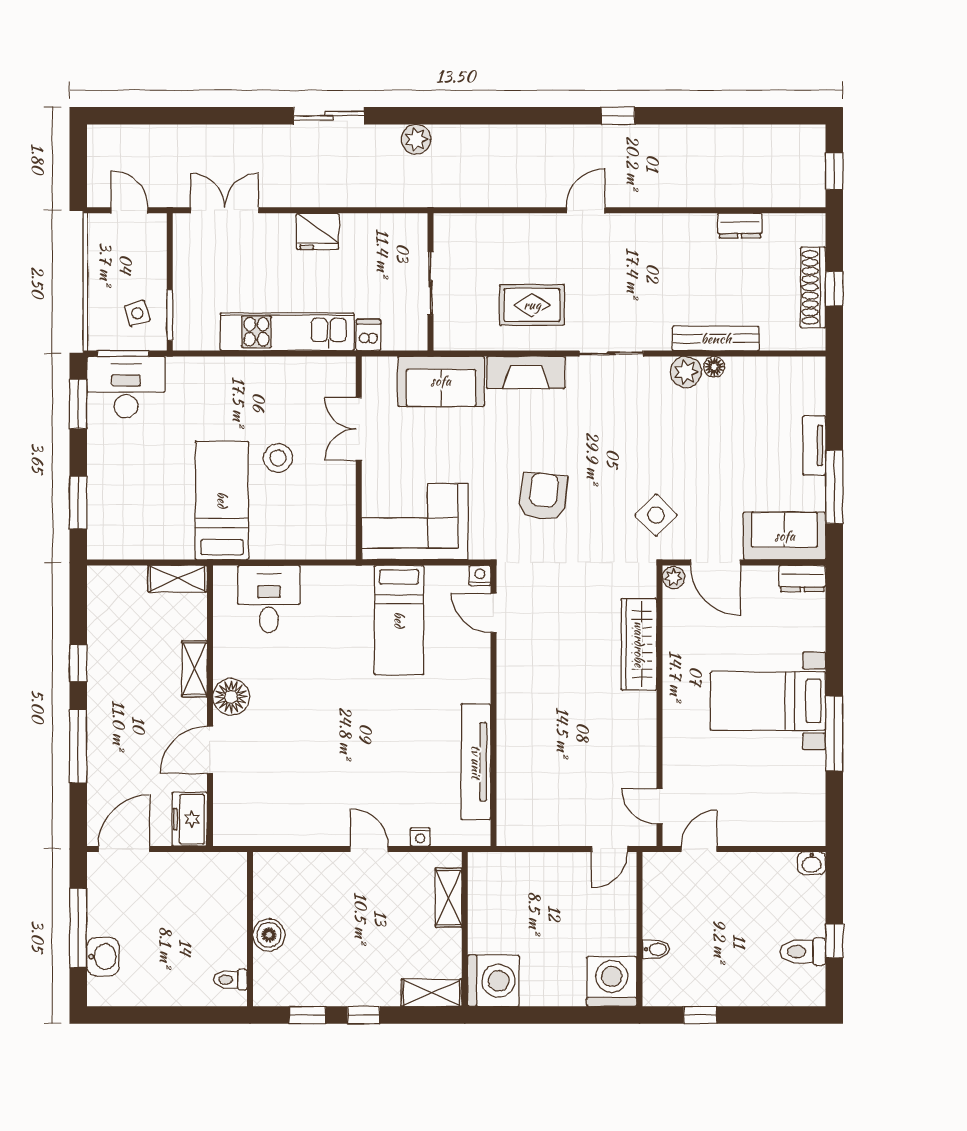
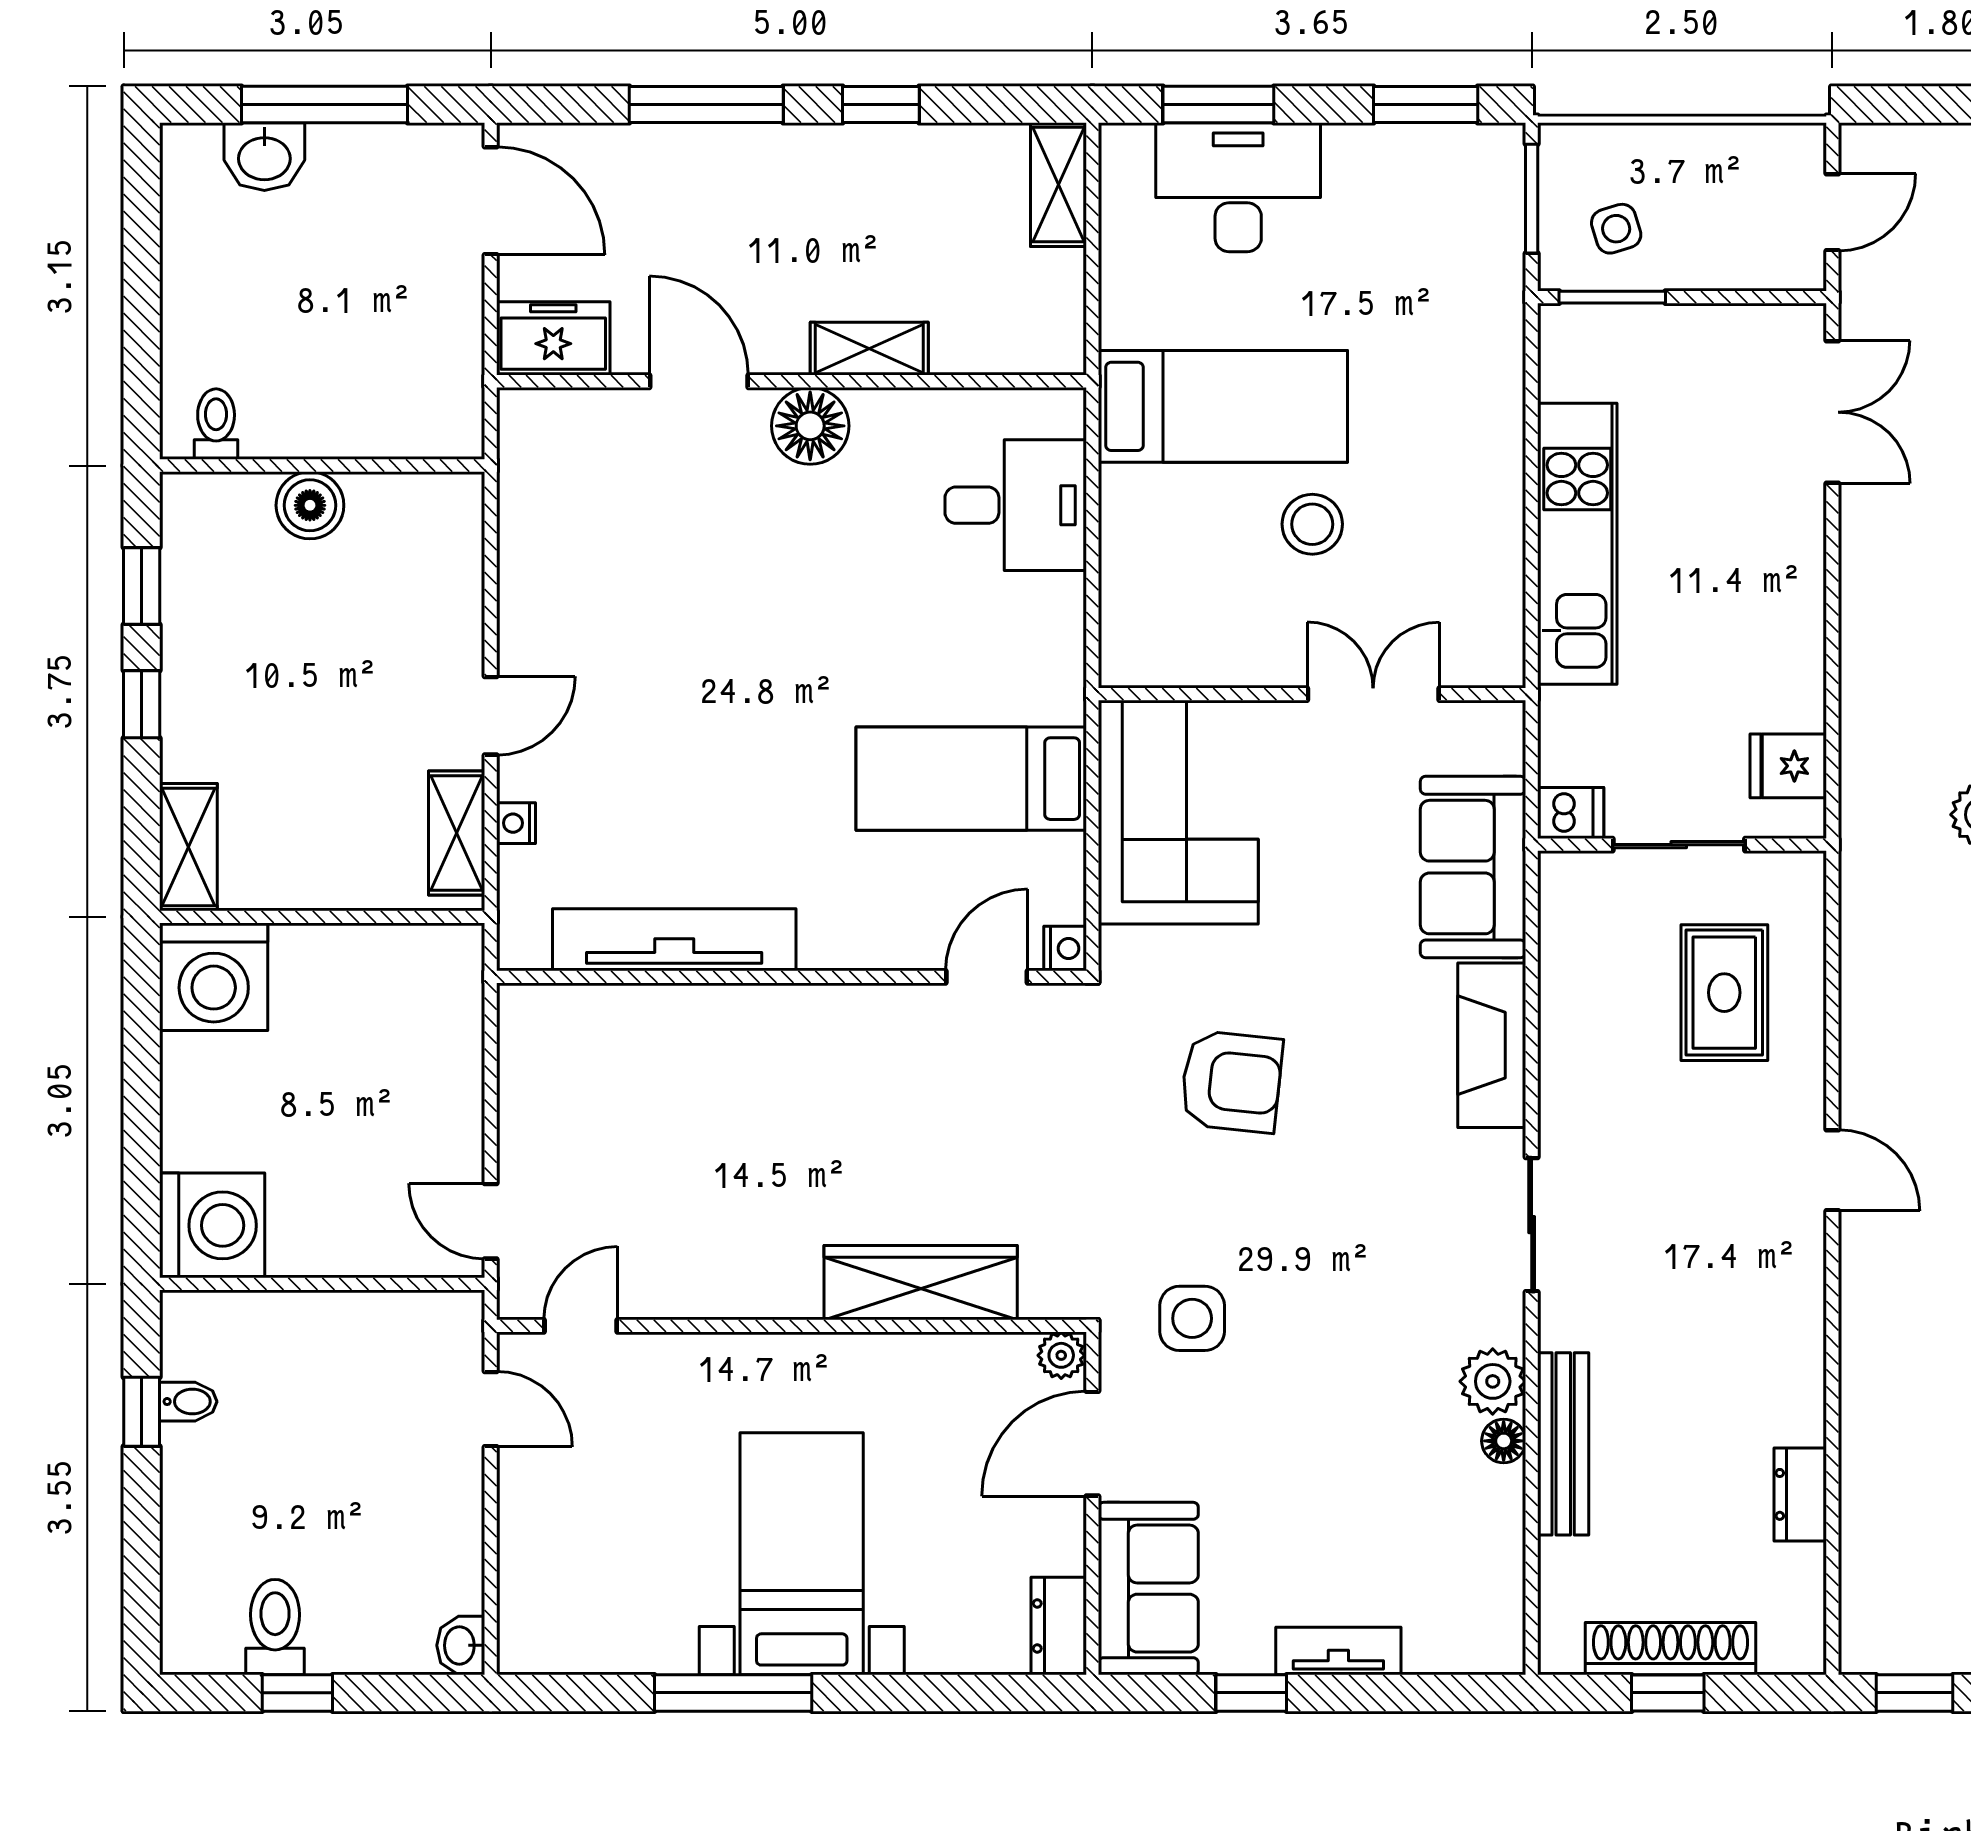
fridge: (318, 231) -> (1788, 766), moved, width x0.72
rug: (532, 305) -> (1724, 993), moved
dishwasher: (369, 335) -> (1571, 813), moved
desk: (126, 387) -> (1238, 187), moved, turned -90
window: (834, 487) -> (1251, 1693), width x0.46
side table: (656, 515) -> (1192, 1318), turned 45
shelving: (178, 579) -> (1058, 185), moved
shelving: (449, 898) -> (457, 833), moved, turned 90
bidet: (656, 949) -> (188, 1402), moved, turned -90

